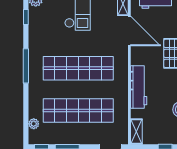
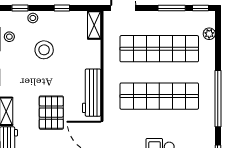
window: (26, 66) -> (218, 99), width x1.46
workbench: (139, 87) -> (92, 93), moved

